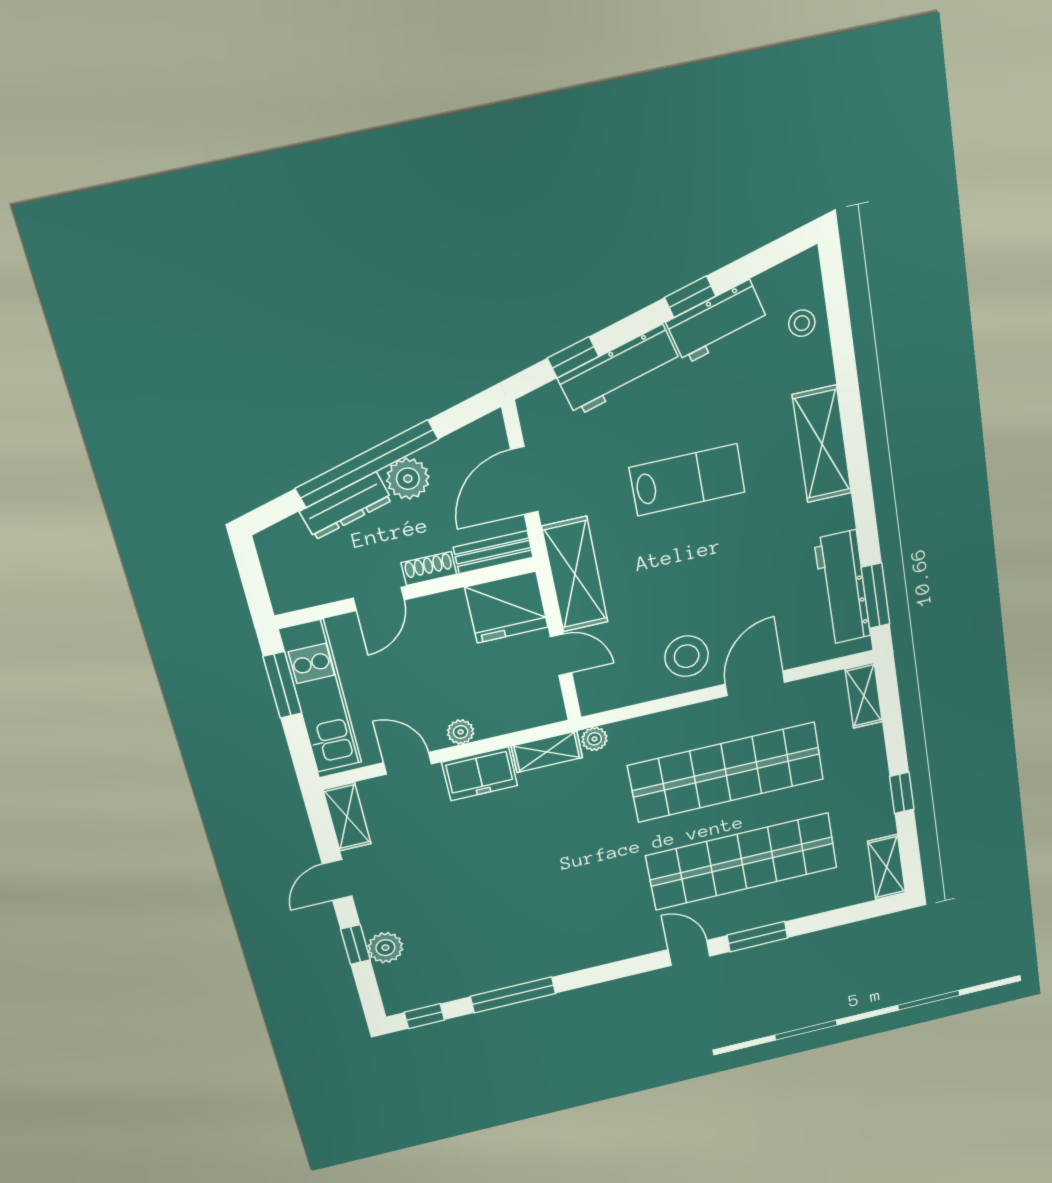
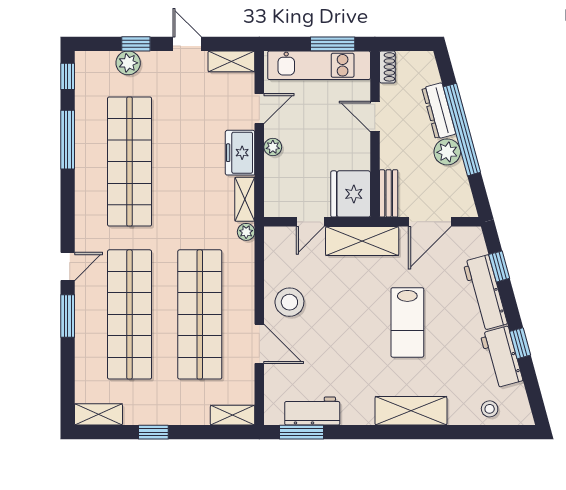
door: (524, 481) -> (430, 222), swing flipped
shoe rack: (429, 569) -> (387, 67), moved
workbench: (842, 588) -> (312, 411), width x0.73
shop shelf: (526, 913) -> (130, 162), added

